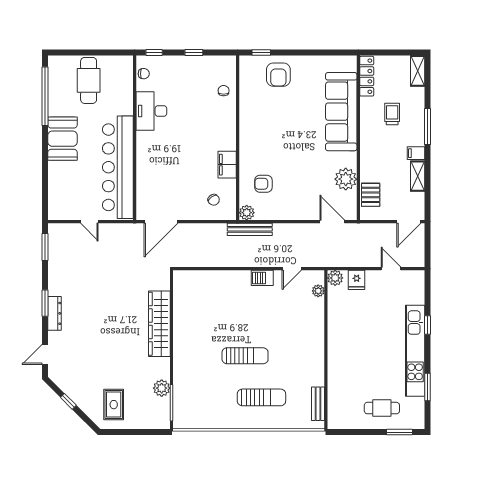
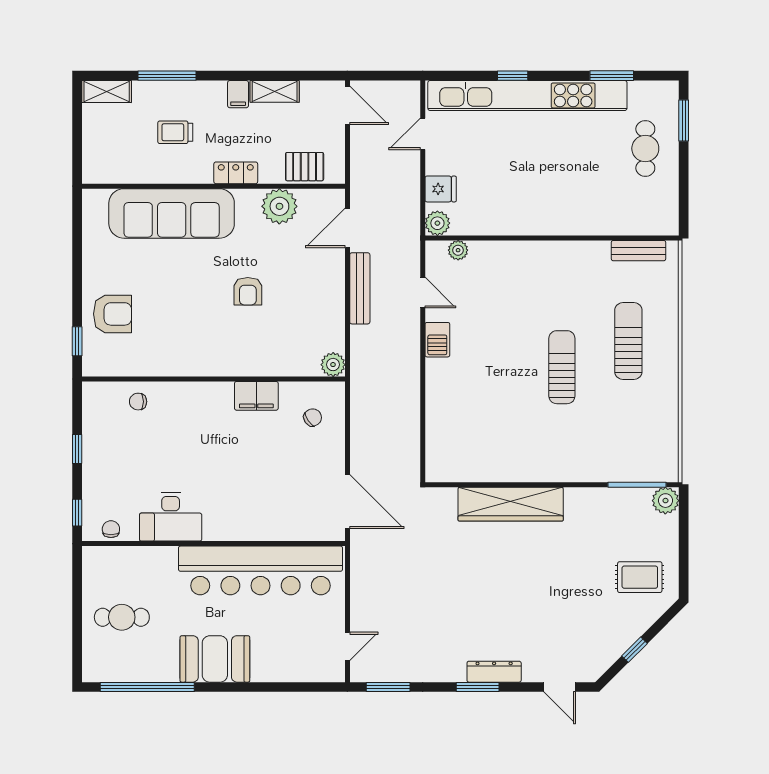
locker: (367, 76) -> (236, 173), moved, width x0.66
cafe table: (89, 80) -> (122, 617), width x0.73, depth x0.74
window: (427, 127) -> (167, 76), moved
armchair: (263, 184) -> (248, 291), moved
door: (89, 222) -> (347, 646), moved
bench: (250, 229) -> (360, 288), moved
kitchen unit: (415, 351) -> (527, 95), width x1.36
plant: (162, 388) -> (665, 501), moved

